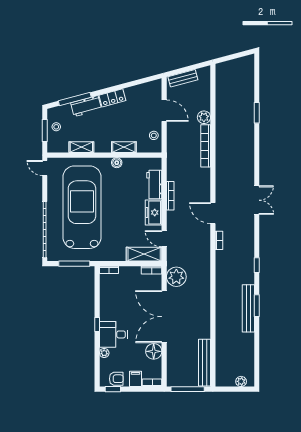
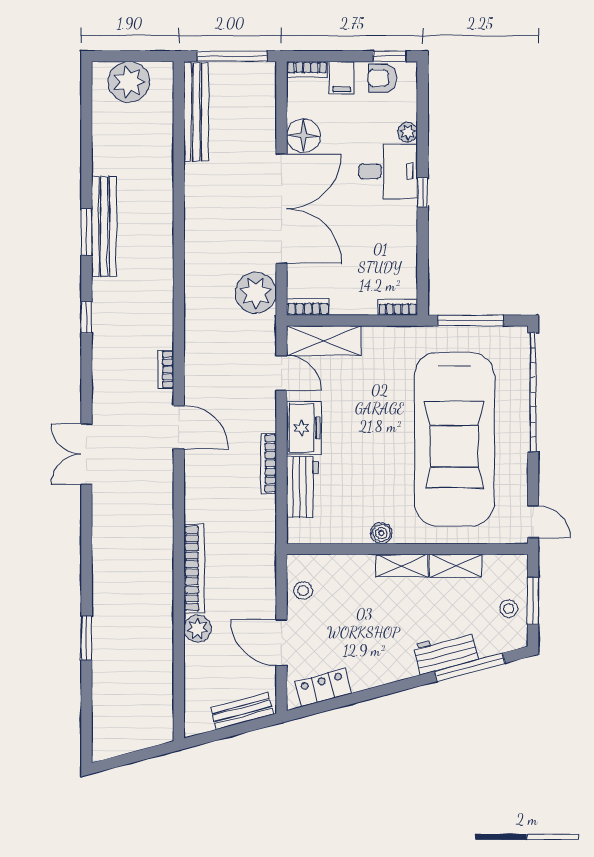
locker: (112, 98) -> (323, 688), moved
shelving: (124, 147) -> (402, 566), moved
plant: (241, 381) -> (129, 82), width x1.88, depth x1.88

